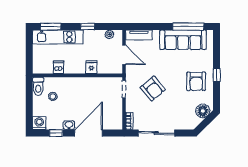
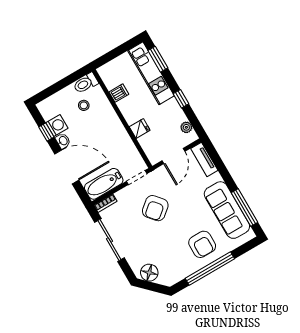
window: (217, 75) -> (210, 269), width x3.17
armchair: (196, 81) -> (202, 244), moved, turned -90
floor lamp: (203, 111) -> (149, 273), moved
bathtub: (115, 114) -> (104, 184), added
washing machine: (39, 123) -> (57, 125), moved

